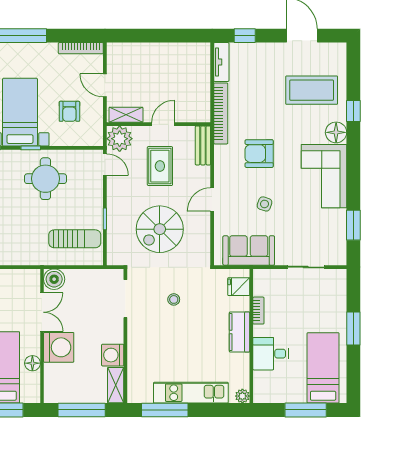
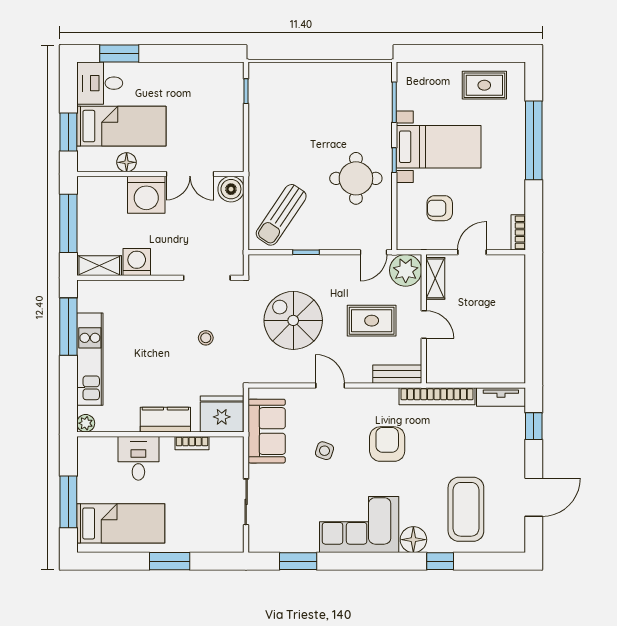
bookcase: (81, 48) -> (518, 232), width x0.64
sun lounger: (75, 239) -> (281, 215), turned 34
fridge: (239, 287) -> (222, 414), width x1.88, depth x1.34

